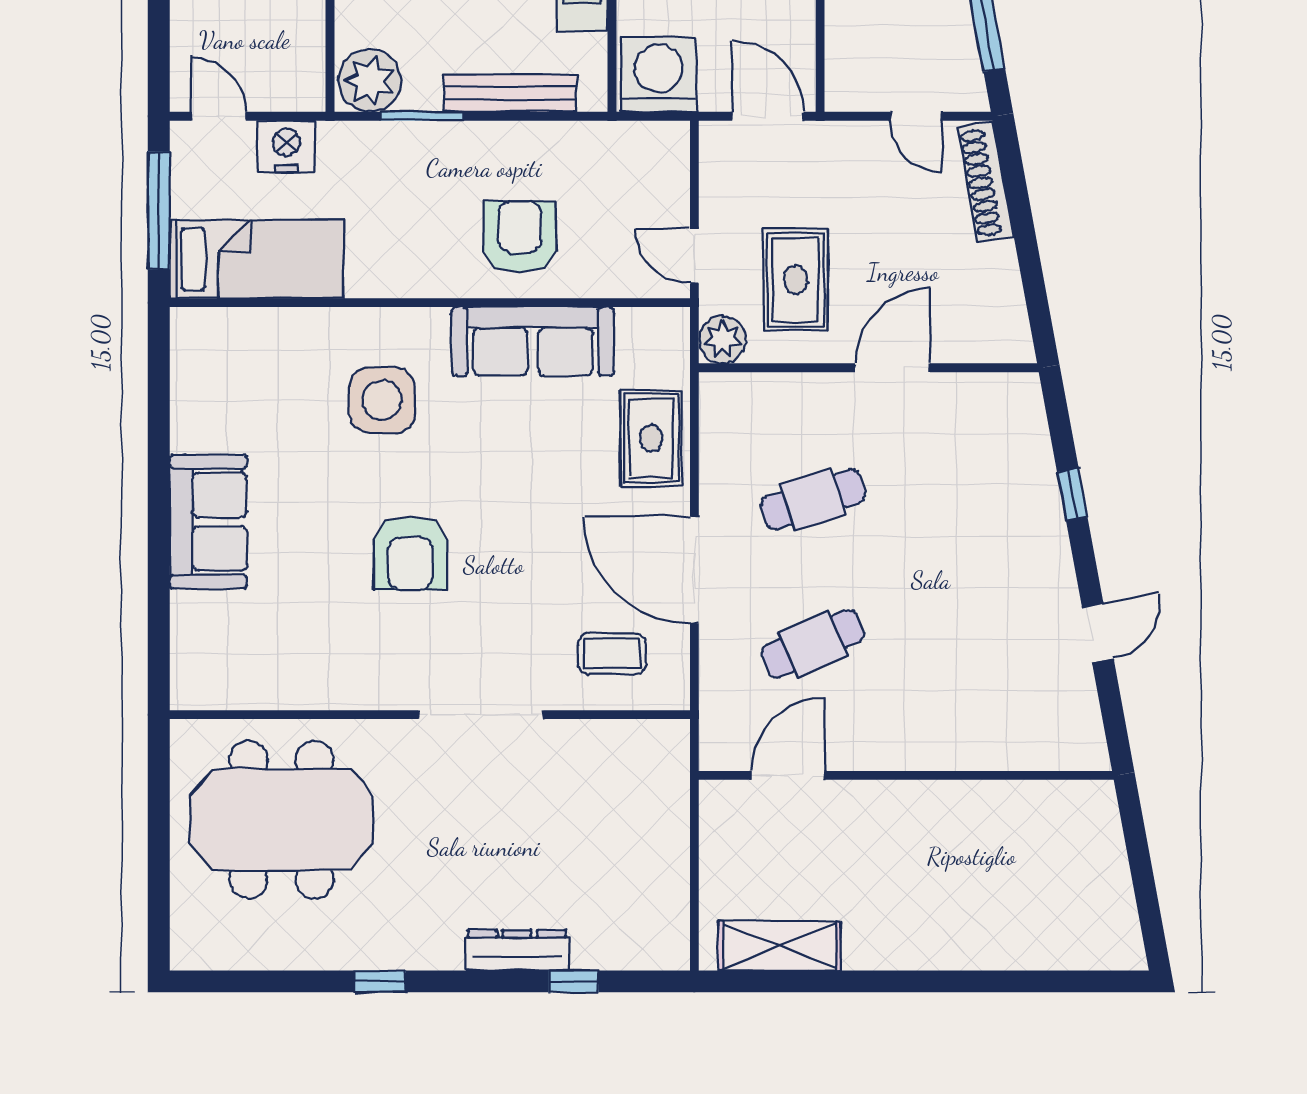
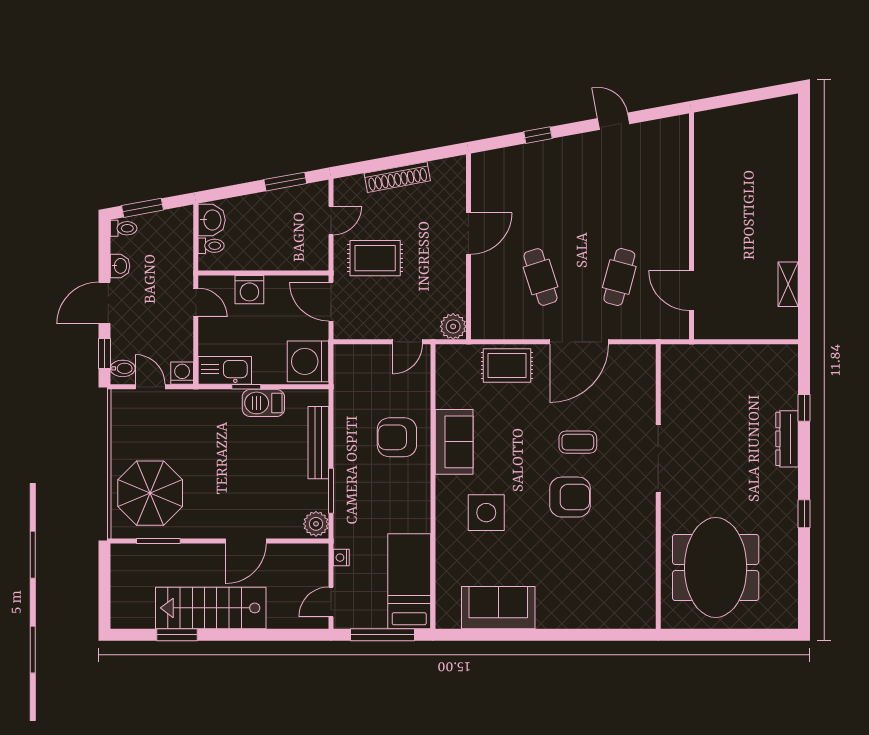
plant: (370, 80) -> (316, 524), width x0.73, depth x0.73
door: (768, 116) -> (331, 302), hinge flipped
nightstand: (286, 146) -> (341, 558), width x0.53, depth x0.56
shoe rack: (985, 182) -> (397, 177), moved
rug: (796, 280) -> (375, 258), moved
sofa: (533, 341) -> (454, 442), width x0.73
door: (893, 368) -> (468, 233), swing flipped
sofa: (208, 522) -> (498, 608), moved
cafe table: (813, 644) -> (619, 277), turned 39
coffee table: (612, 654) -> (578, 442), moved, turned 90
shelving: (779, 946) -> (788, 284), width x0.67, depth x0.75

